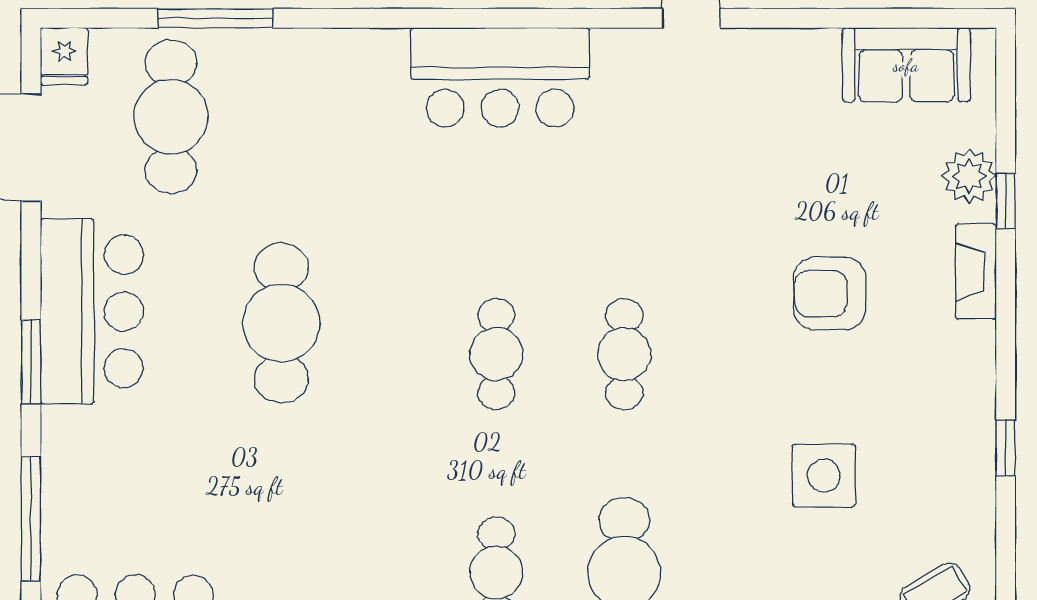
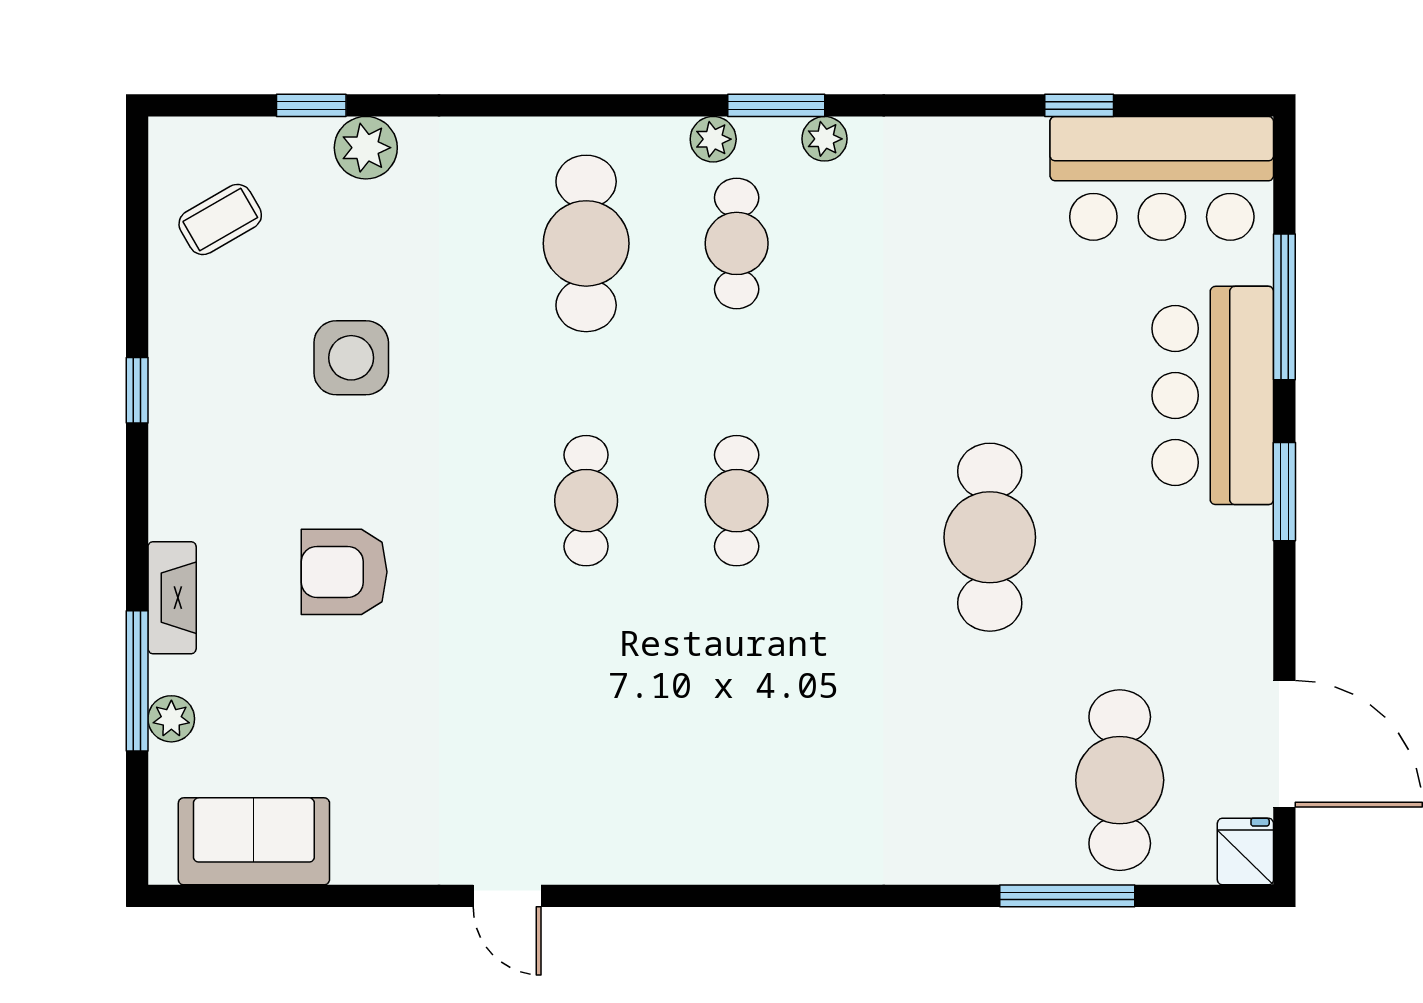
bar counter: (500, 77) -> (732, 826), removed
plant: (969, 176) -> (171, 719), width x0.73, depth x0.73
window: (1006, 201) -> (137, 681), width x2.17
armchair: (830, 293) -> (344, 572), turned 180
bar counter: (92, 311) -> (1213, 395), moved

